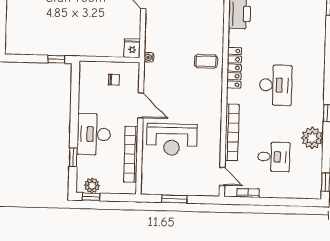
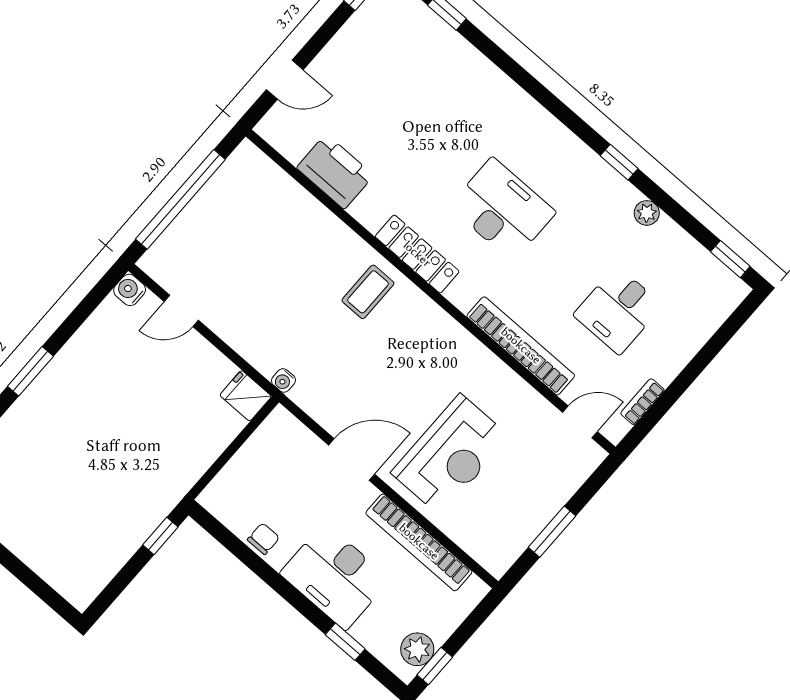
chair: (114, 80) -> (263, 539), moved
plant: (312, 138) -> (647, 213), width x0.53, depth x0.53
desk: (274, 157) -> (618, 310), turned 180

